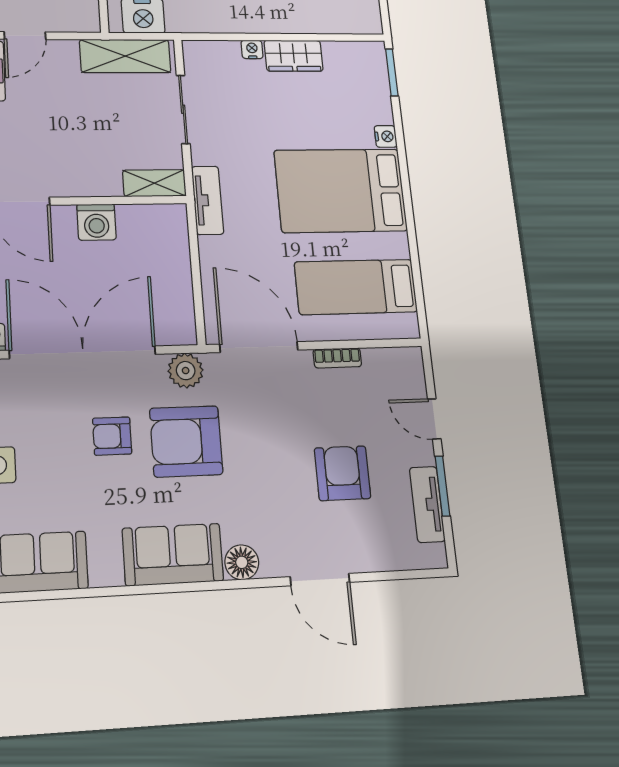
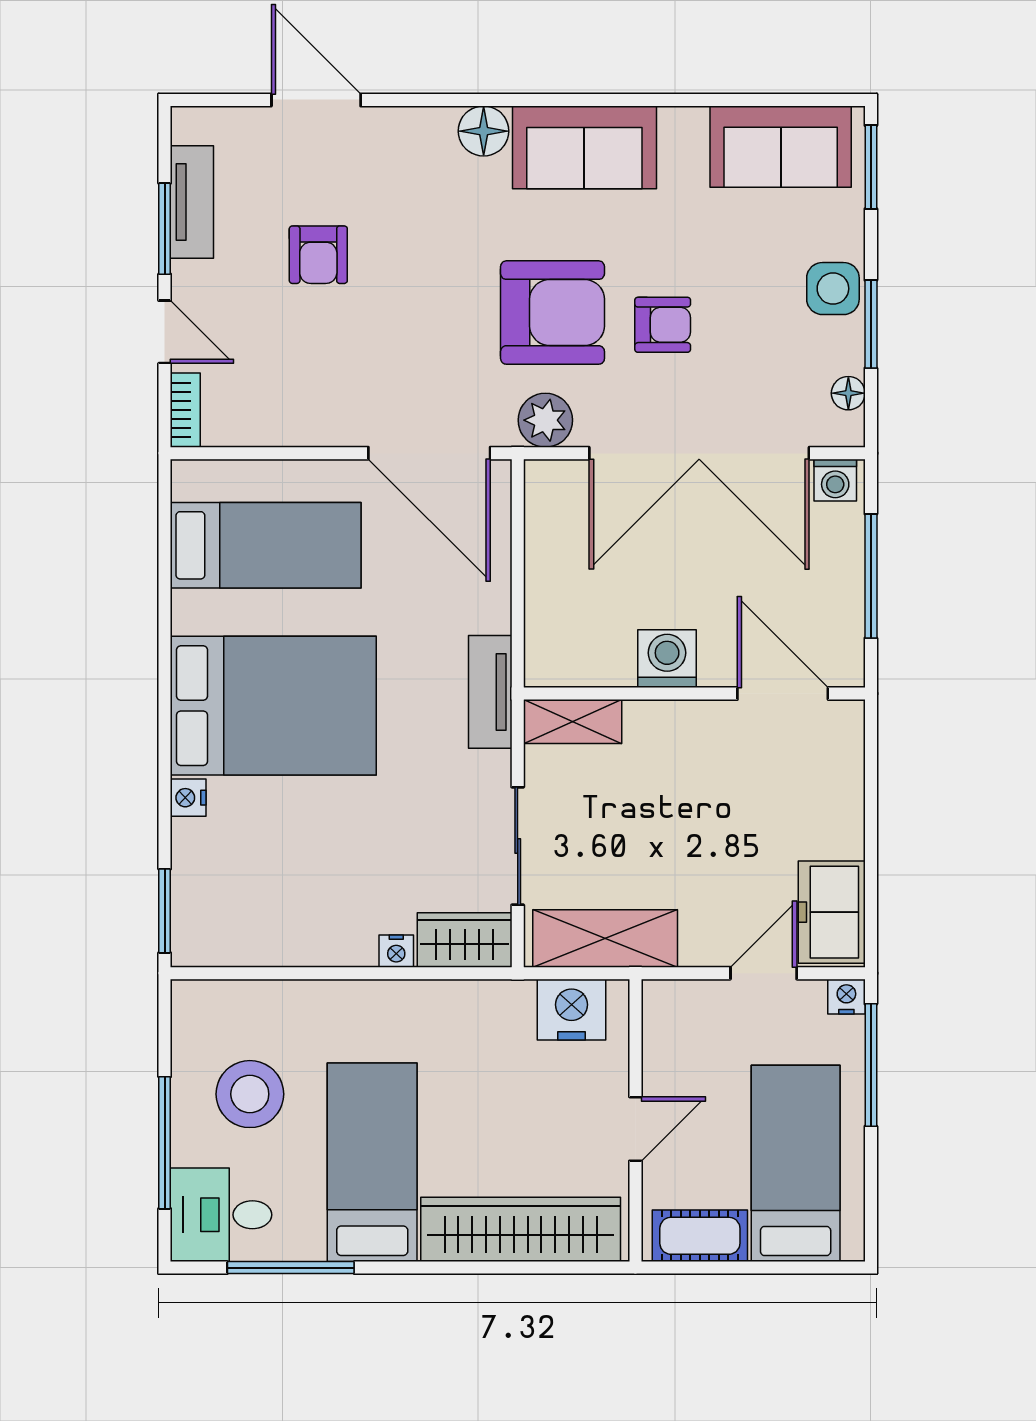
wardrobe: (294, 56) -> (465, 940), moved
bookcase: (337, 358) -> (185, 410), moved, turned 90
armchair: (342, 473) -> (318, 255), width x0.72, depth x0.72
door: (320, 580) -> (316, 100), moved

